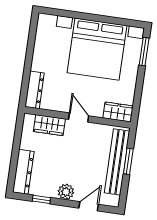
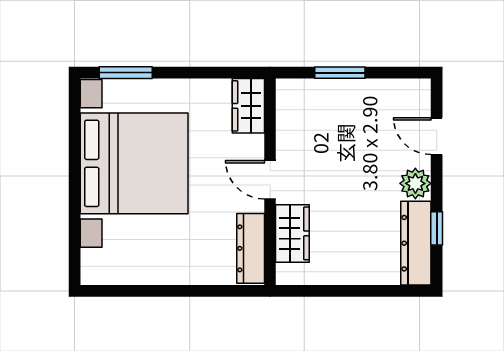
dresser: (35, 90) -> (251, 248), moved, turned -90
door: (79, 118) -> (270, 180), hinge flipped
bench: (117, 162) -> (344, 94), removed
dresser: (23, 172) -> (416, 243), moved, turned -90

